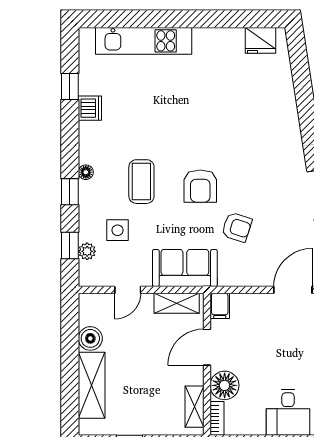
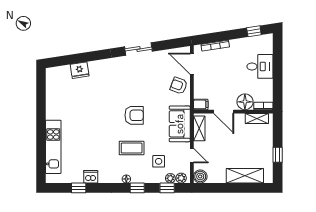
fridge: (260, 40) -> (80, 70), moved, turned 81
armchair: (237, 227) -> (179, 86), moved, turned -88
plant: (87, 271) -> (181, 178), added
boiler: (90, 338) -> (200, 176), moved

